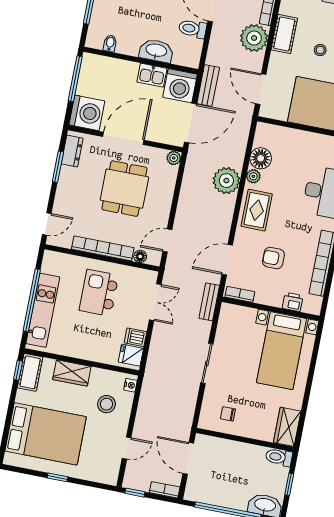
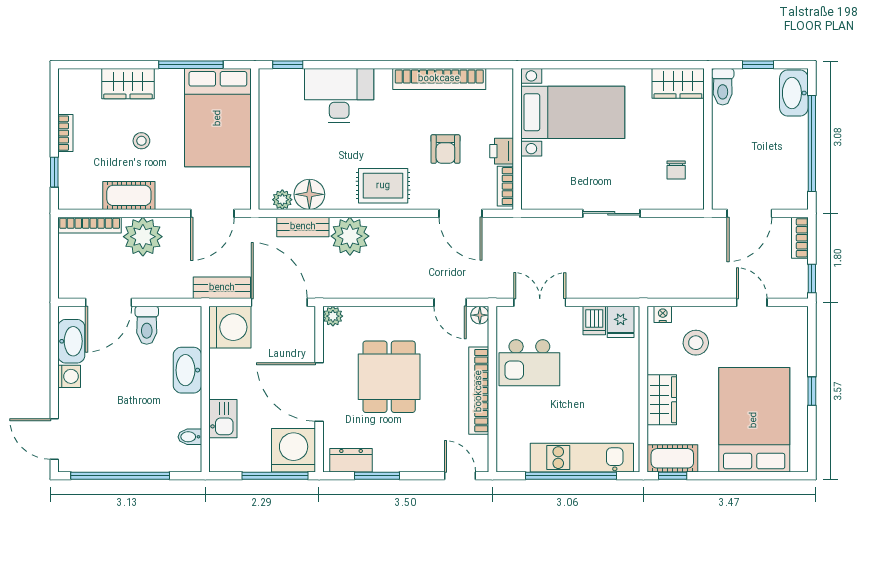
kitchen sink: (152, 75) -> (223, 419), moved
window: (75, 79) -> (275, 476), moved
plant: (253, 176) -> (282, 200), moved
dining table: (124, 189) -> (389, 377), turned 90
floor lamp: (140, 256) -> (480, 315), moved
kitchen island: (99, 293) -> (529, 363), moved
bench: (209, 302) -> (303, 227), moved
printer: (293, 302) -> (502, 151), moved

